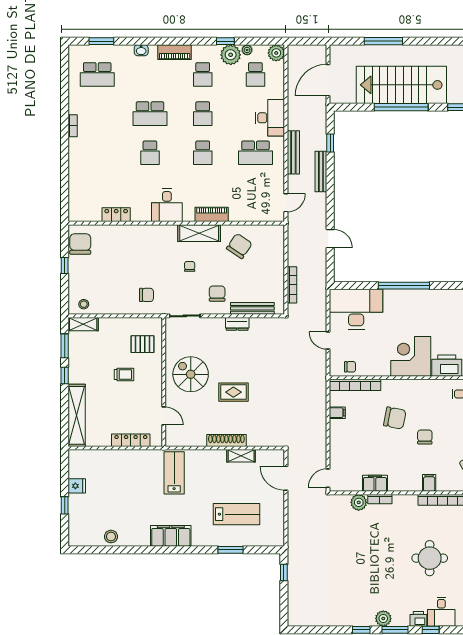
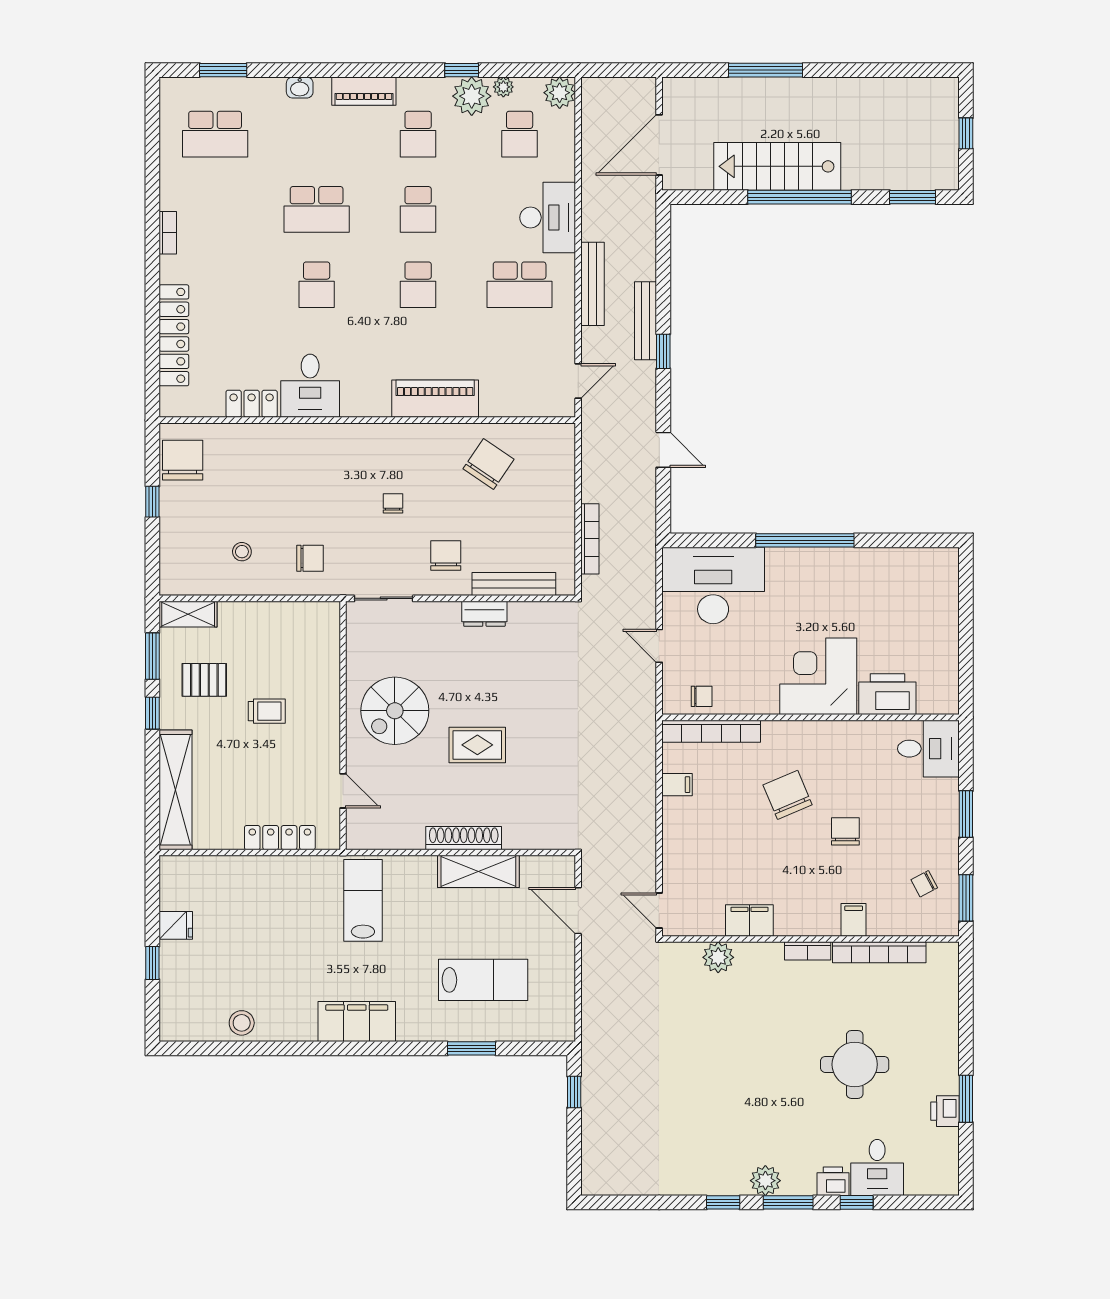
stairs: (401, 85) -> (777, 166), width x0.73, depth x0.66
window: (330, 143) -> (663, 351), moved
locker: (76, 179) -> (174, 335), added
desk: (167, 205) -> (310, 386), moved
piano: (212, 214) -> (435, 399), width x1.37, depth x1.33
shelving: (199, 233) -> (411, 439), removed
stool: (84, 304) -> (242, 552), moved
pallet: (142, 344) -> (204, 680), moved
spiral stairs: (191, 374) -> (395, 711), turned -90
chair: (395, 418) -> (788, 795), turned -124
shelving: (241, 456) -> (478, 871), width x1.50, depth x1.33
door: (328, 478) -> (659, 910), hinge flipped
bookcase: (380, 499) -> (808, 951), moved

